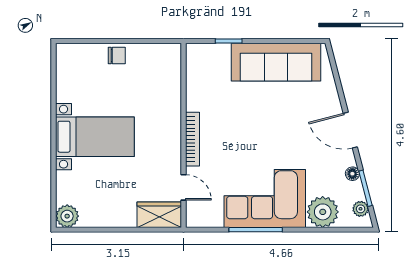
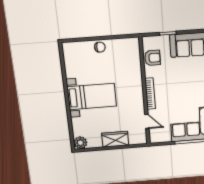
armchair: (201, 79) -> (152, 58), added
wardrobe: (159, 215) -> (115, 139), moved

